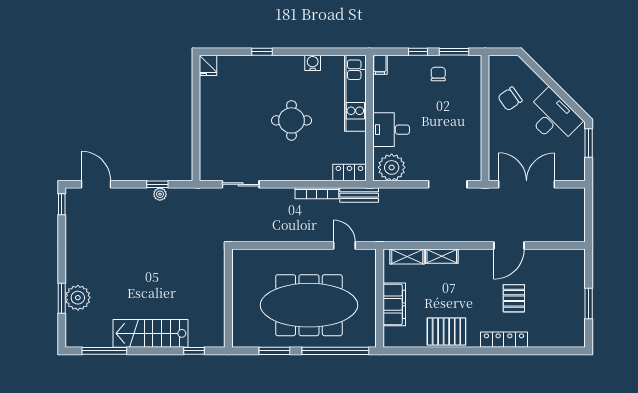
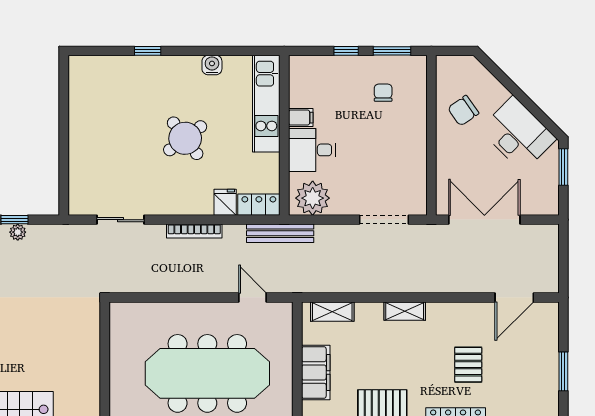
fridge: (208, 65) -> (225, 202), moved, turned 180
filing cabinet: (380, 65) -> (301, 118), moved, turned -90
chair: (438, 74) -> (383, 93), moved
round table: (291, 120) -> (185, 138), turned -37
bookcase: (317, 193) -> (194, 231), moved
bench: (359, 195) -> (280, 233), width x1.36
door: (509, 246) -> (514, 297), moved
shelving: (442, 256) -> (405, 311), moved

